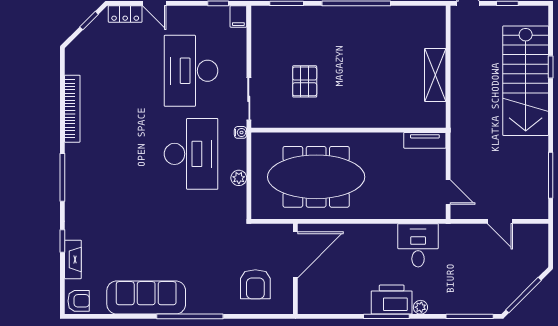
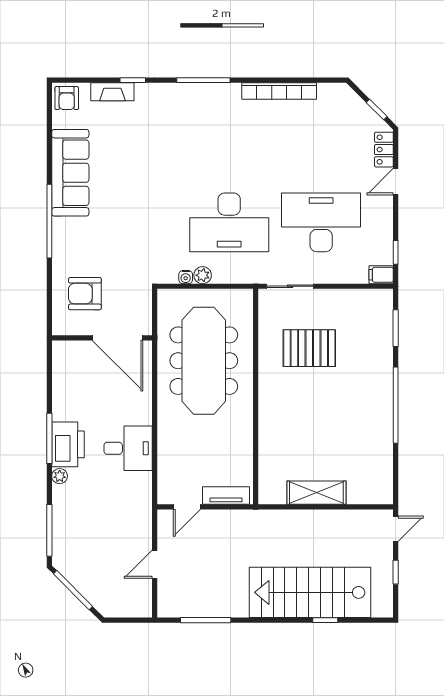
pallet: (305, 81) -> (309, 348), width x1.50, depth x1.42
water cooler: (241, 132) -> (186, 277), moved
tv unit: (425, 140) -> (226, 495), moved, turned 90
desk: (418, 245) -> (128, 448), moved

